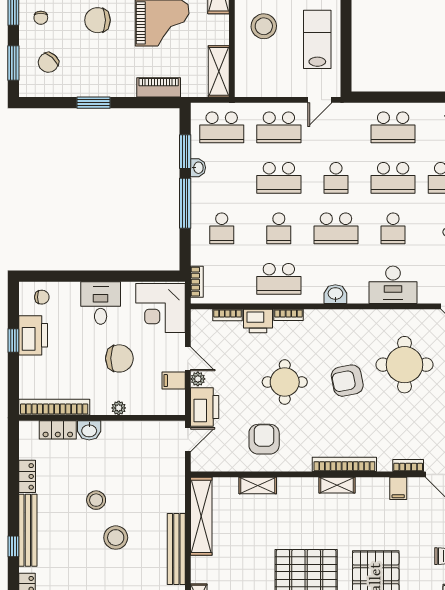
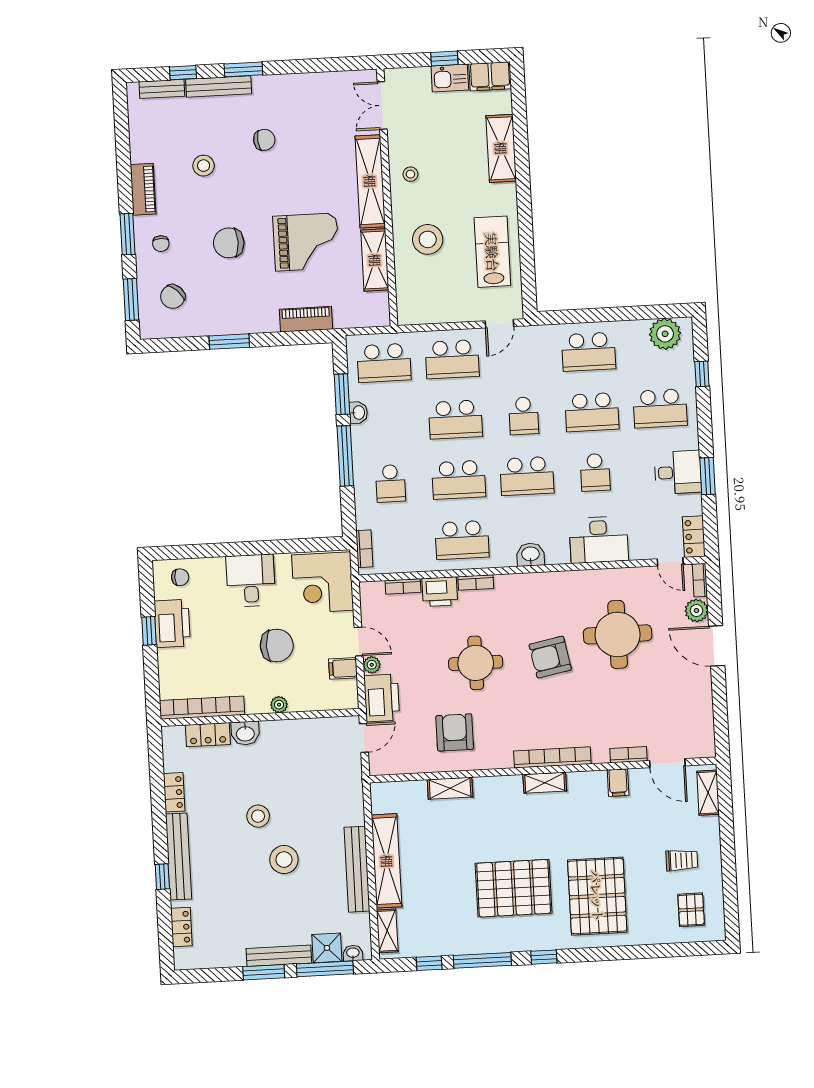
shelving: (219, 71) -> (375, 260), moved
school desk: (279, 228) -> (459, 480), width x1.85
shelving: (201, 516) -> (387, 861), moved

